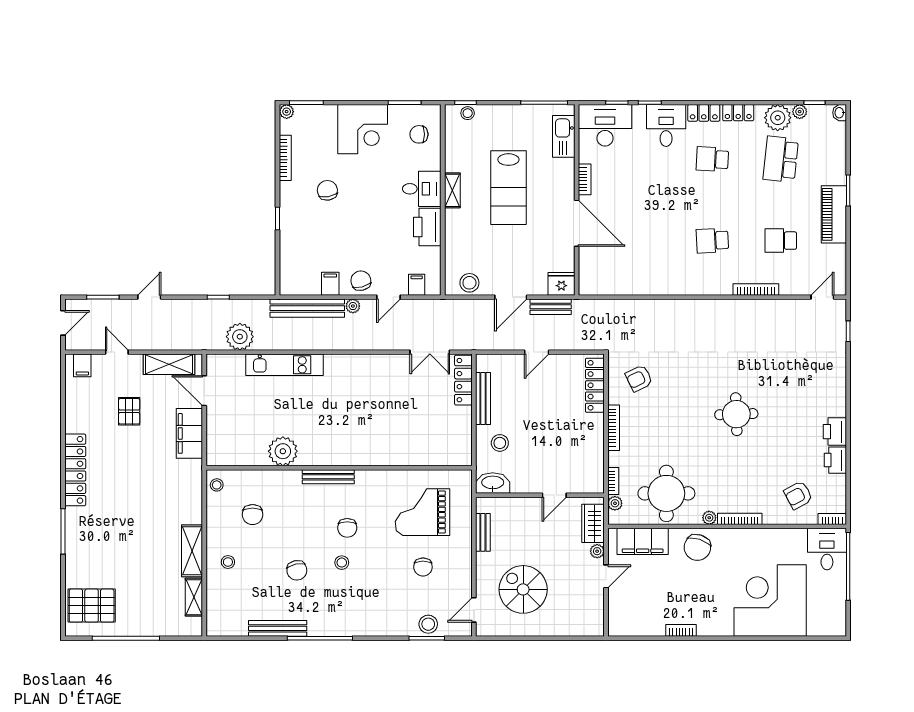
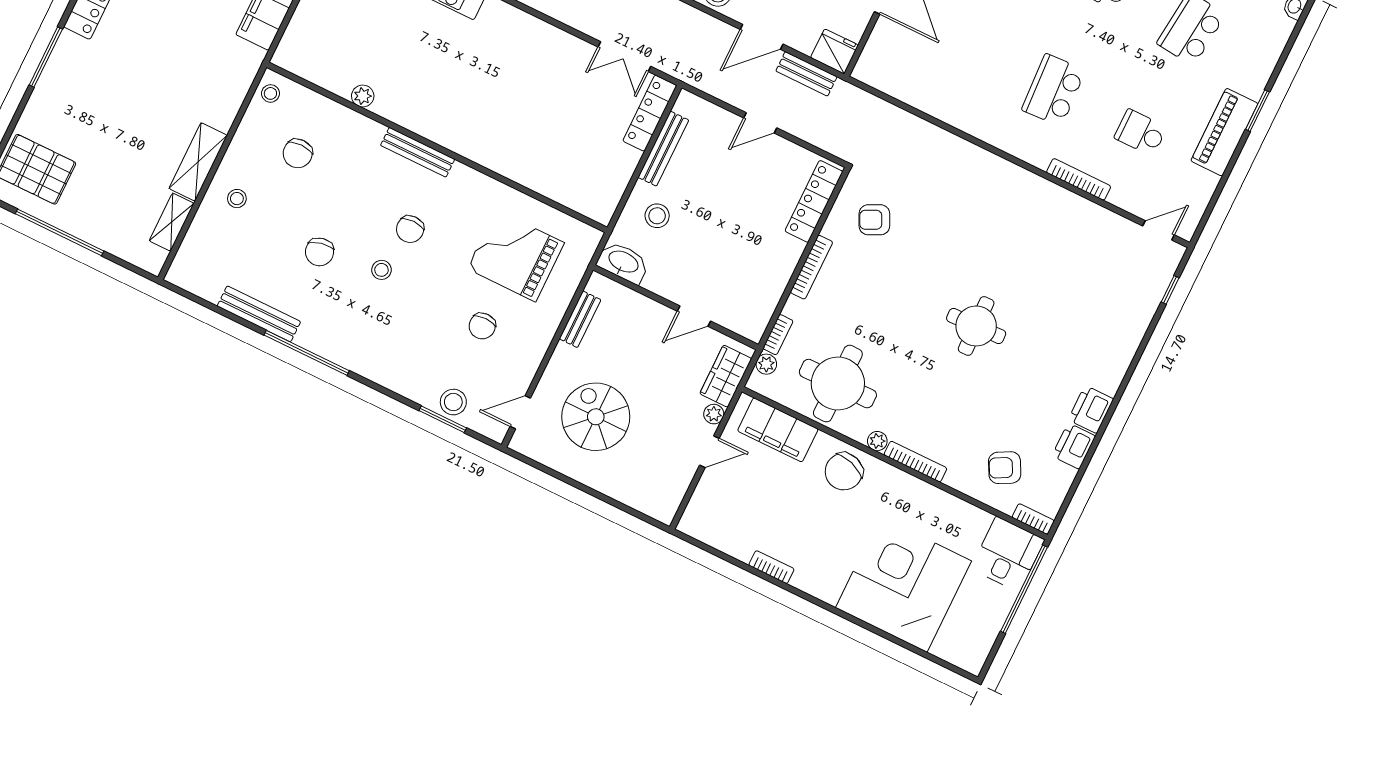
school desk: (712, 241) -> (1053, 90), width x1.85
plant: (283, 451) -> (363, 96), width x0.53, depth x0.53

